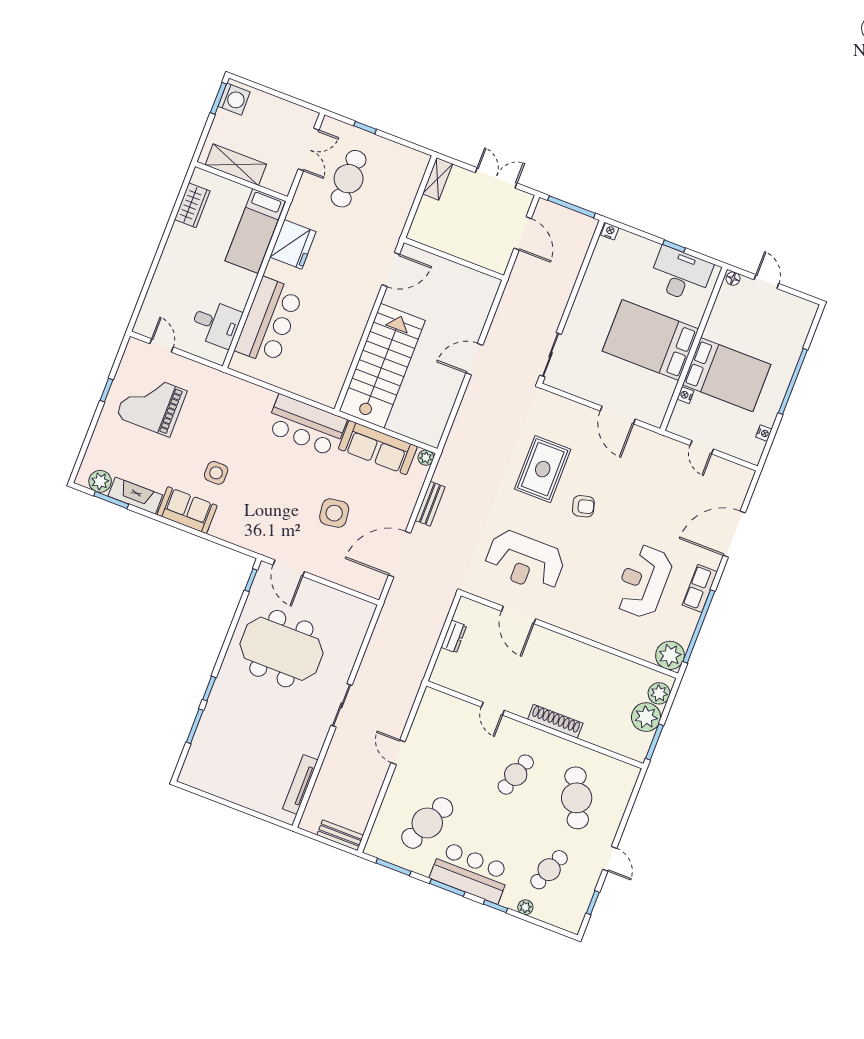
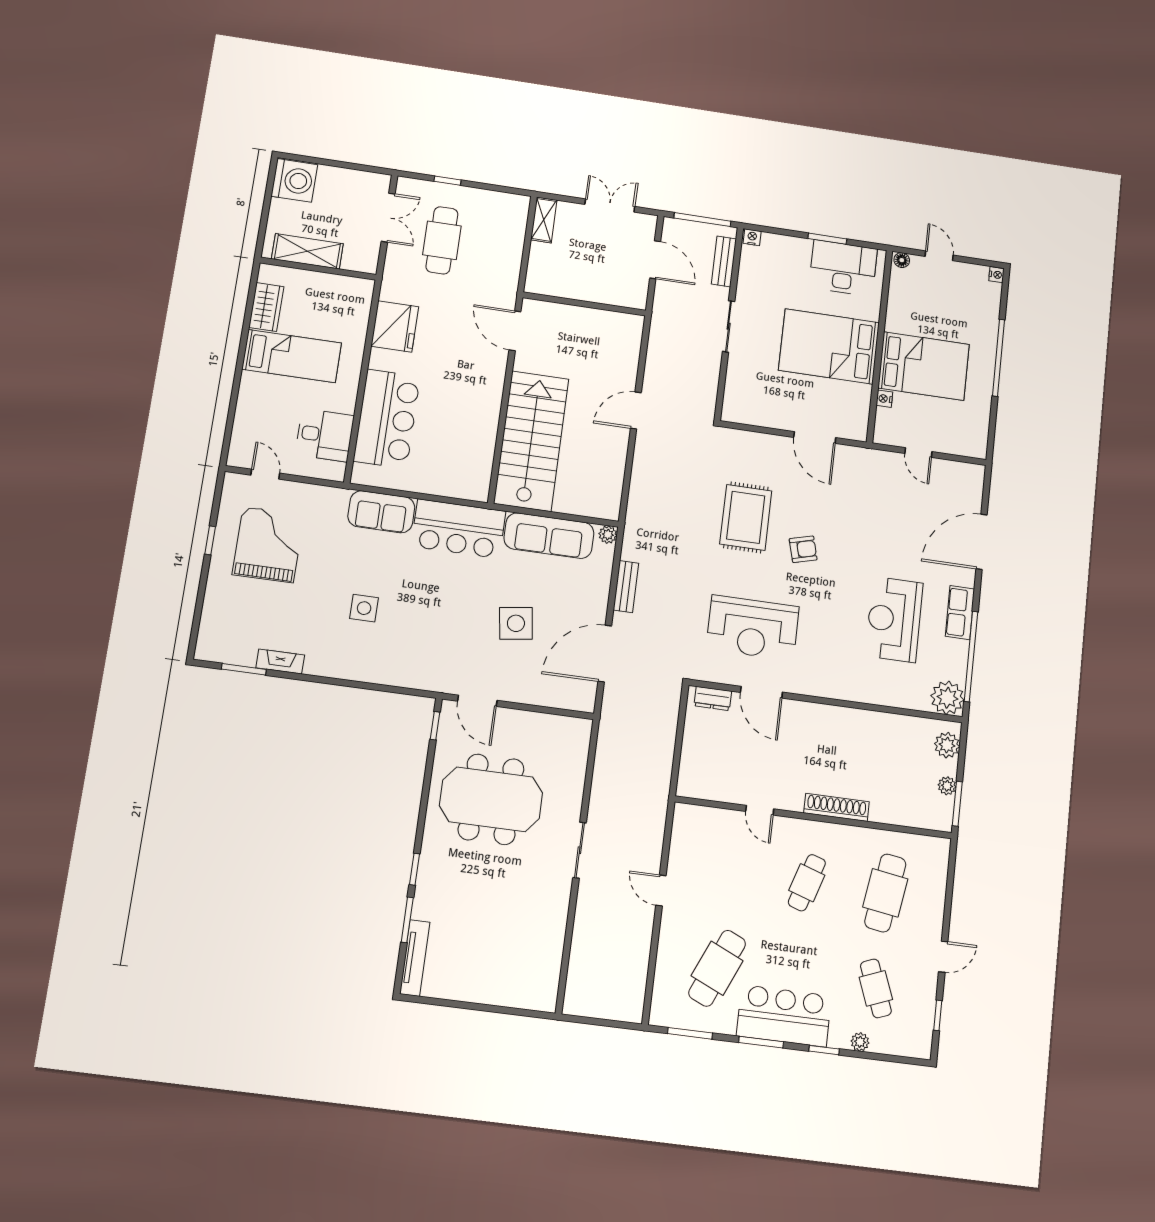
window: (218, 98) -> (270, 182), removed
washing machine: (234, 99) -> (294, 180), width x1.37, depth x1.37
bed: (255, 231) -> (292, 356), moved, turned -90
window: (674, 246) -> (827, 239), width x1.50
door: (391, 270) -> (515, 331), swing flipped
sliding door: (551, 355) -> (729, 326), moved
grand piano: (152, 404) -> (268, 545), turned 90
nightstand: (764, 433) -> (996, 275), moved
plant: (100, 481) -> (225, 650), removed
fireplace: (135, 496) -> (280, 661), width x0.73, depth x0.76
sofa: (187, 510) -> (381, 512), moved, turned 180
dresser: (454, 637) -> (713, 698), moved, turned 90
plant: (646, 717) -> (947, 786), width x0.53, depth x0.53
tv unit: (300, 784) -> (415, 958), moved, turned 180
cafe table: (577, 798) -> (885, 893), turned 33
bench: (340, 835) -> (724, 261), moved, turned 90
door: (610, 859) -> (943, 957), hinge flipped
cafe table: (549, 870) -> (876, 988), turned -42

